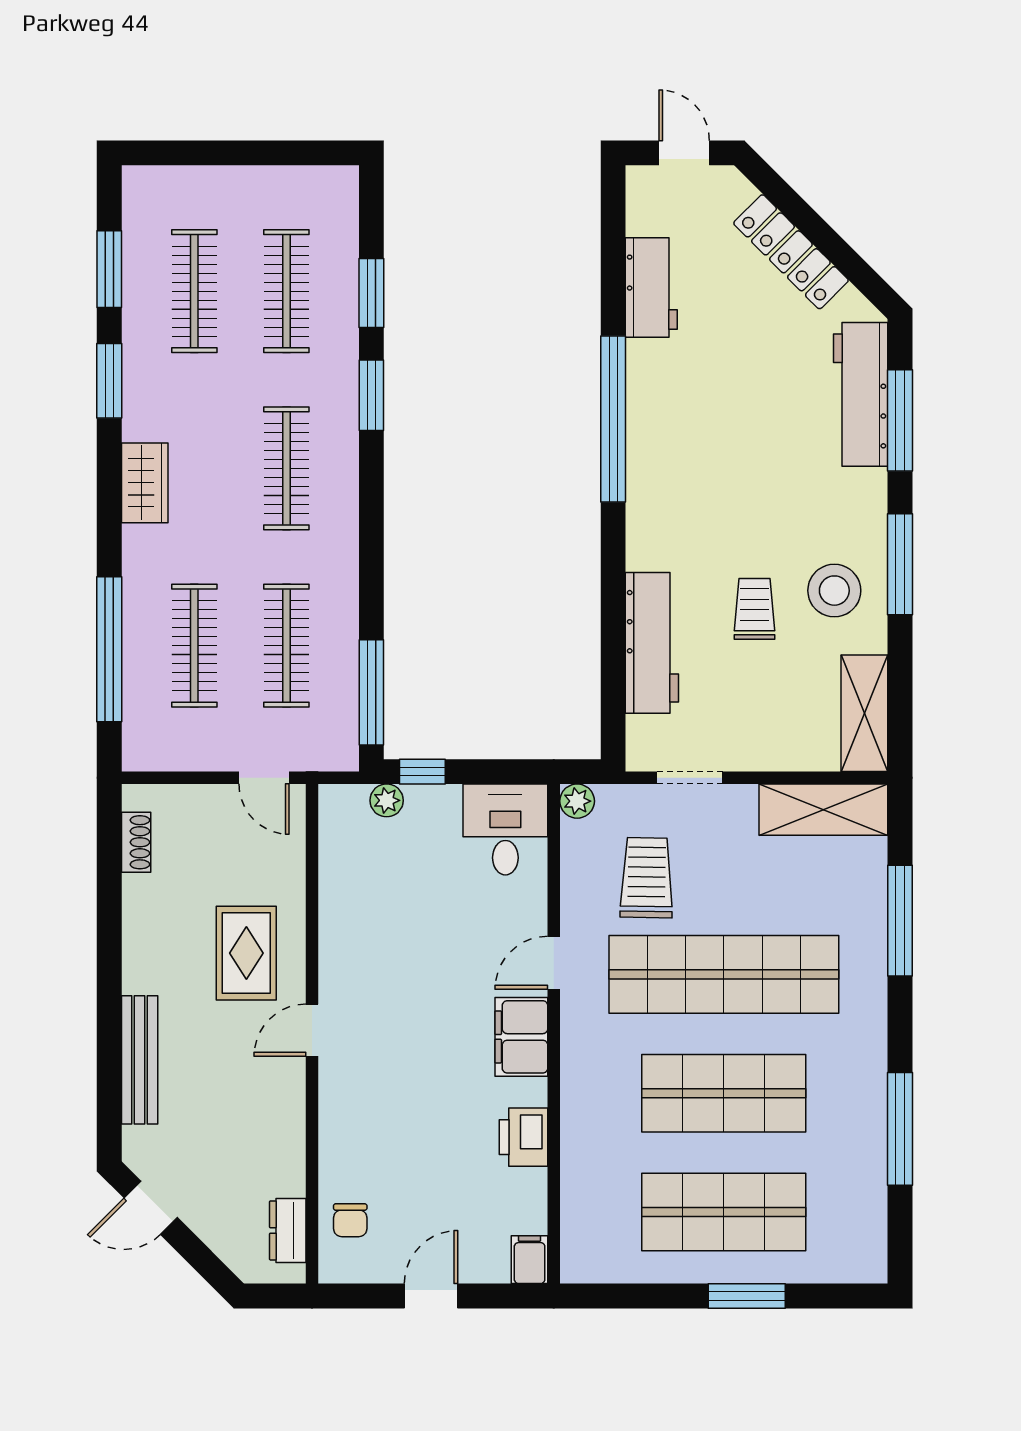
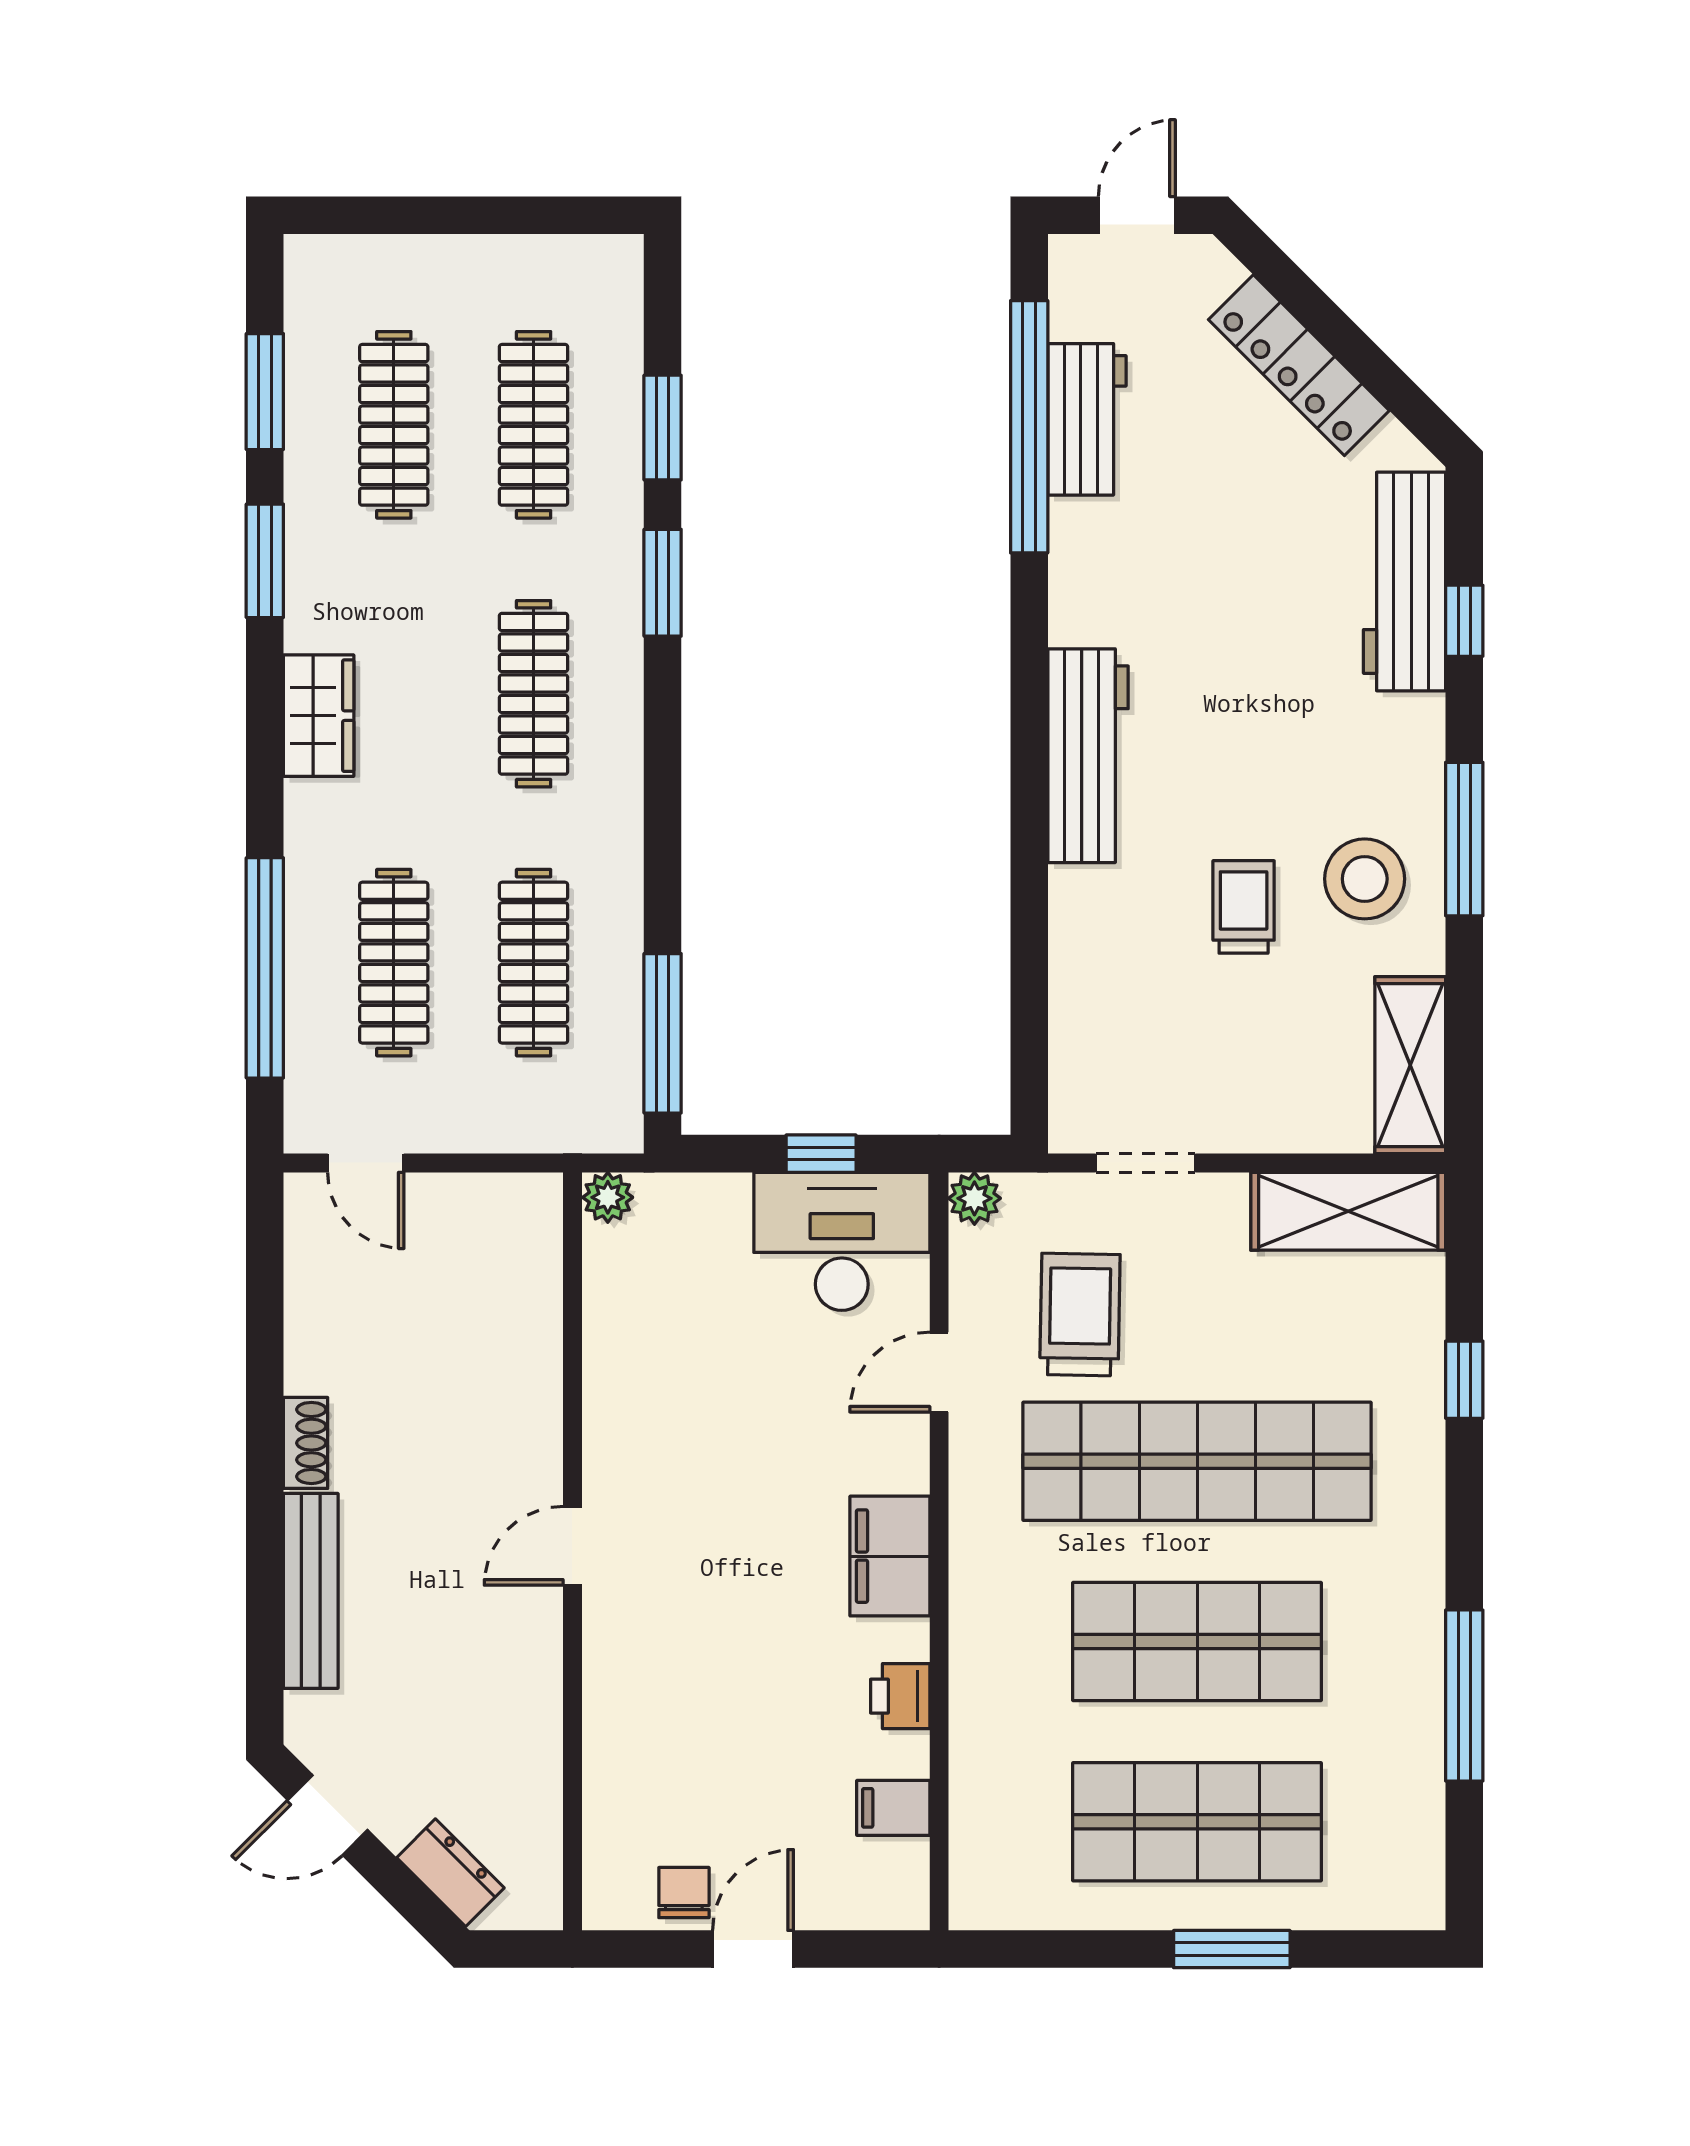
door: (684, 153) -> (1137, 215), hinge flipped
window: (613, 419) -> (1029, 427), moved
window: (900, 420) -> (1464, 621), width x0.46
workbench: (652, 643) -> (1088, 756), moved
window: (422, 772) -> (821, 1154), moved
door: (264, 778) -> (366, 1163), moved
plant: (387, 800) -> (608, 1197), moved
desk: (505, 829) -> (842, 1241), width x1.37
shoe rack: (136, 842) -> (306, 1443), moved
window: (900, 921) -> (1464, 1380), width x0.46
rug: (246, 953) -> (473, 1429), removed
door: (554, 963) -> (939, 1372), moved
printer: (523, 1137) -> (900, 1696), width x0.73, depth x0.81
chair: (350, 1220) -> (684, 1893), moved, turned 180
dresser: (288, 1230) -> (450, 1873), moved, turned 135
filing cabinet: (530, 1260) -> (893, 1808), moved, turned -90

